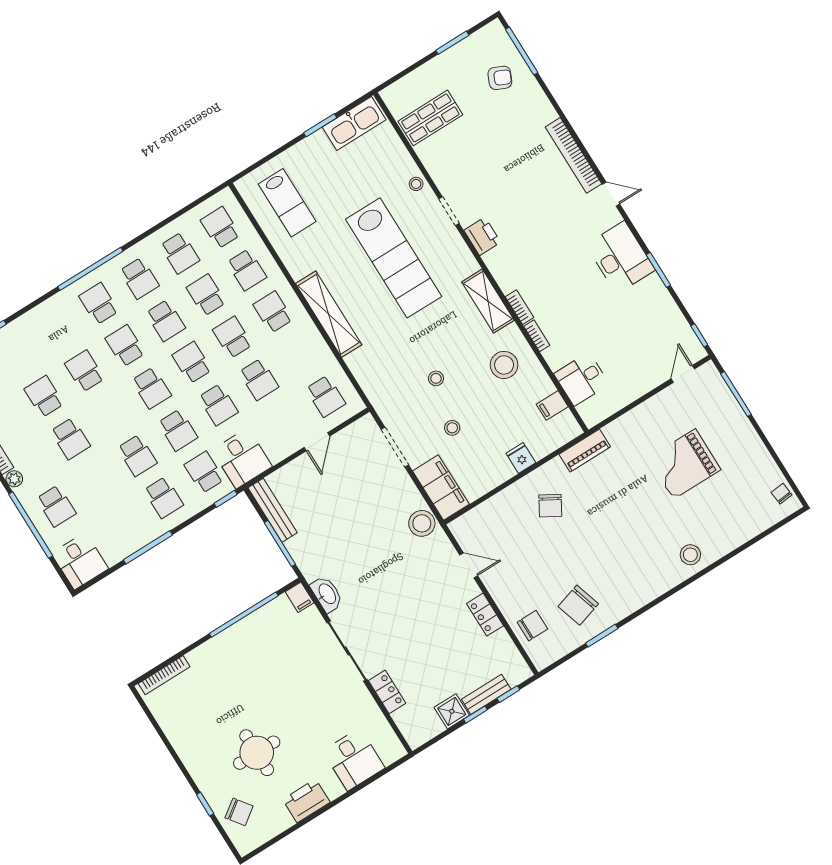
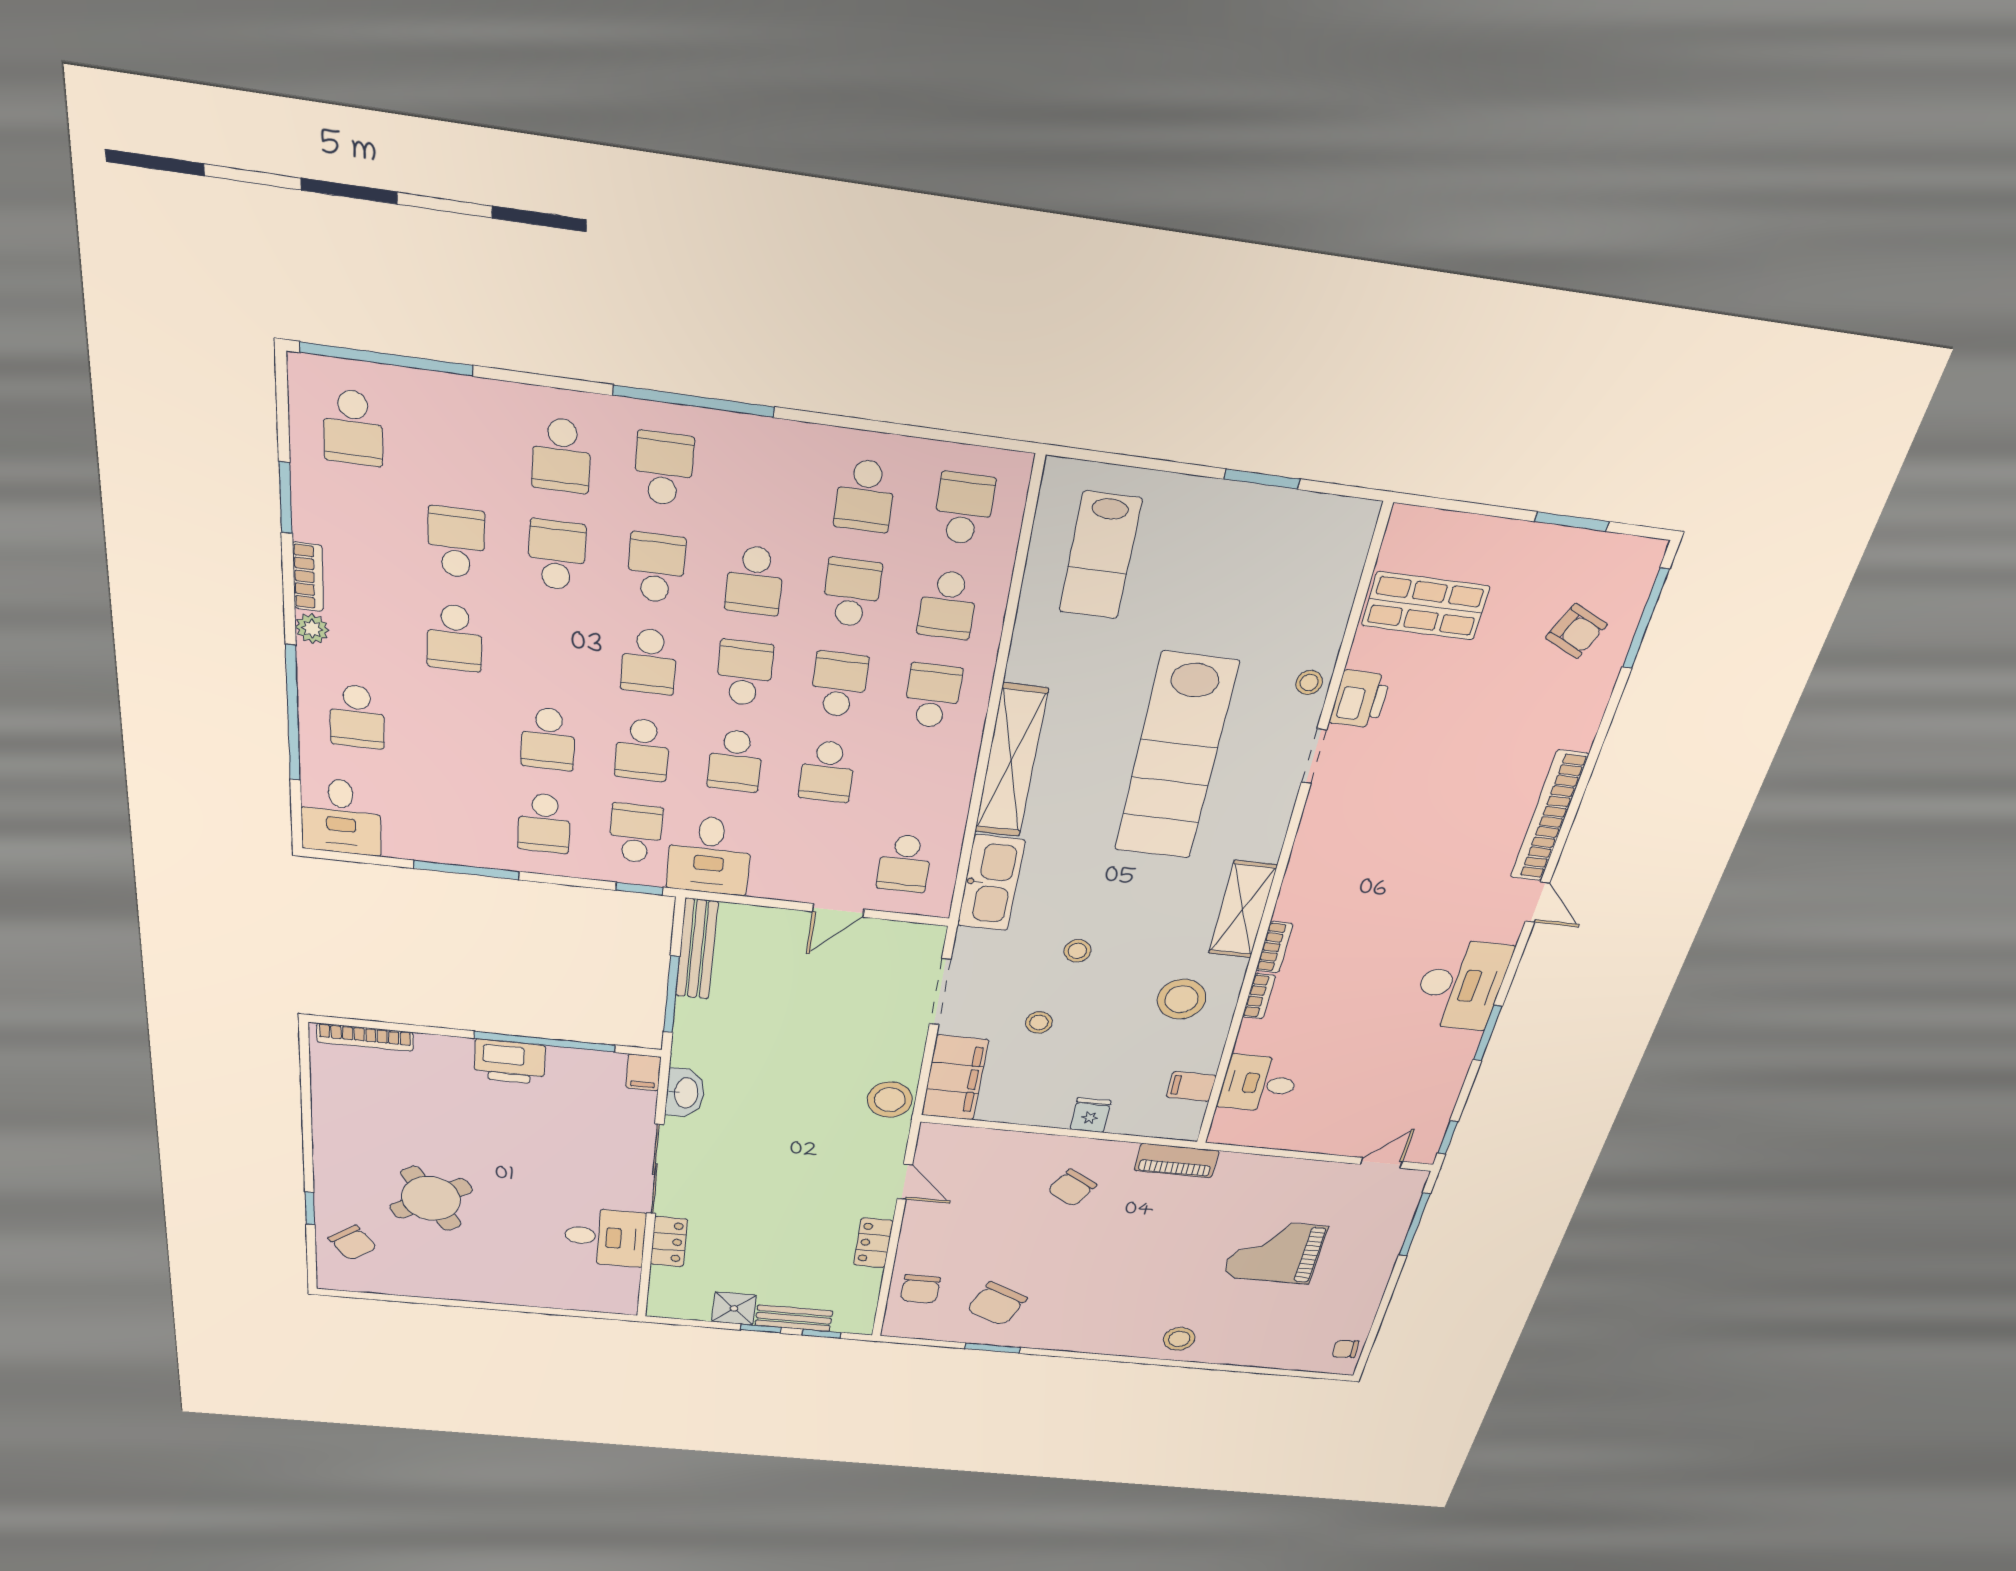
kitchen sink: (354, 123) -> (991, 883), moved, turned -90
printer: (482, 236) -> (1360, 699), moved
school desk: (139, 278) -> (561, 455), moved
chair: (782, 494) -> (1345, 1349), turned -89
chair: (578, 605) -> (997, 1304), turned -50
chair: (532, 626) -> (920, 1289), turned 90
round table: (257, 753) -> (431, 1198), turned -32
desk: (354, 759) -> (605, 1237), moved, turned -90
printer: (306, 801) -> (510, 1062), moved, turned 180

